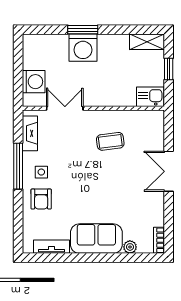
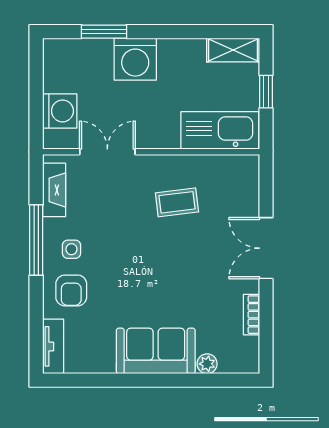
window: (83, 30) -> (104, 32), moved
kitchen sink: (150, 97) -> (220, 130), width x1.88, depth x1.24
bookcase: (159, 240) -> (251, 315), moved
tv unit: (51, 247) -> (53, 346), moved, turned 90

